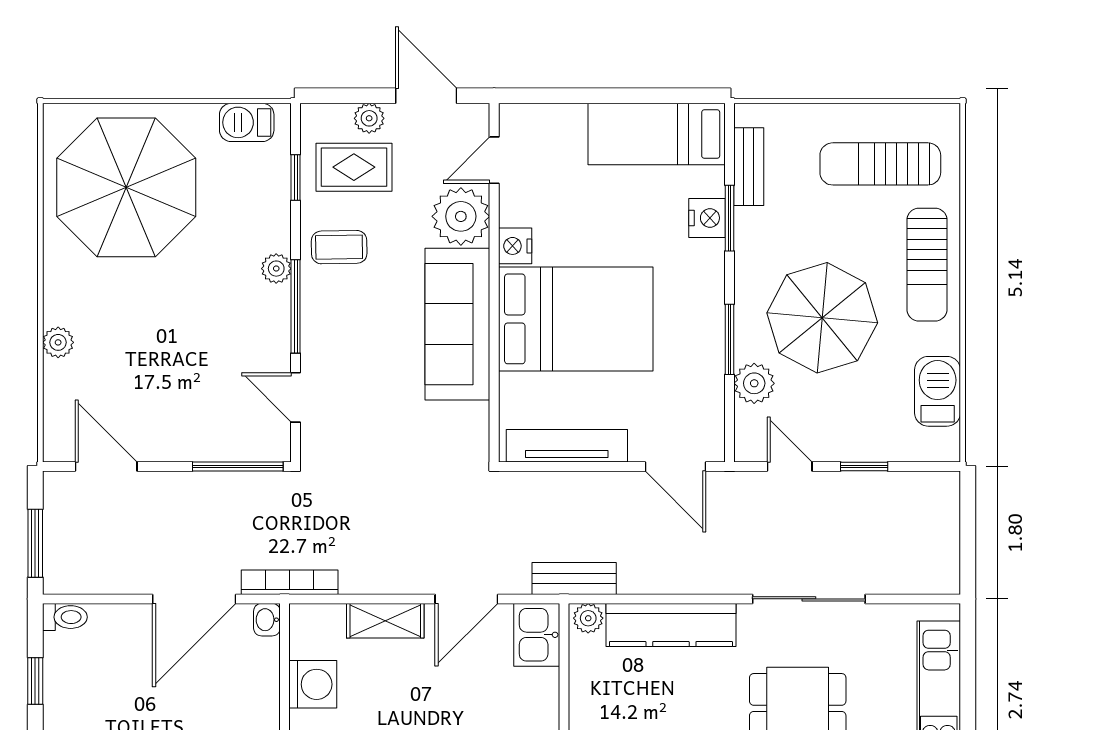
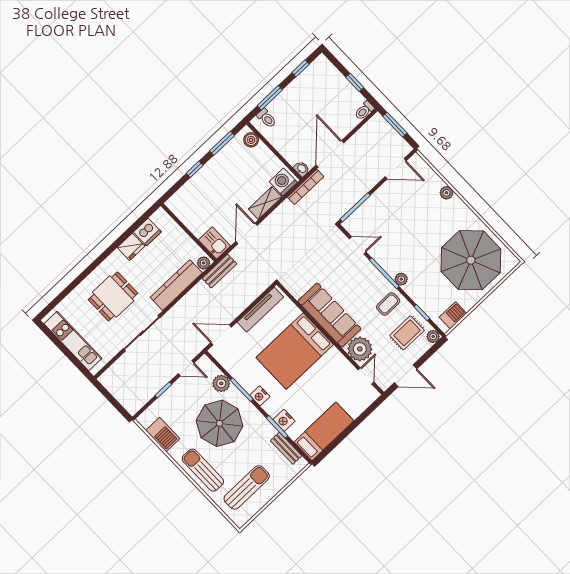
plant: (369, 118) -> (433, 336), moved
nightstand: (515, 246) -> (260, 396), moved, turned 180
washing machine: (313, 684) -> (283, 182), moved, turned 90

